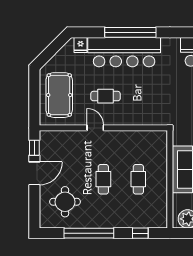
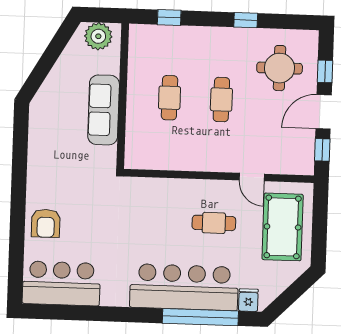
window: (130, 32) -> (200, 317), moved
door: (95, 128) -> (252, 177), moved
window: (34, 201) -> (325, 71), added
window: (89, 233) -> (246, 20), width x0.32

